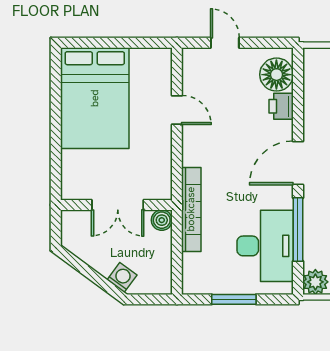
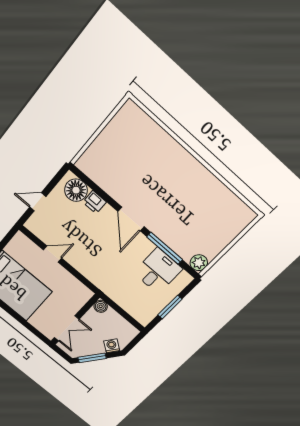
double door: (118, 205) -> (67, 328), moved
bookcase: (191, 209) -> (108, 289), removed
desk: (265, 246) -> (158, 271), width x0.73
window: (84, 269) -> (92, 358), added

